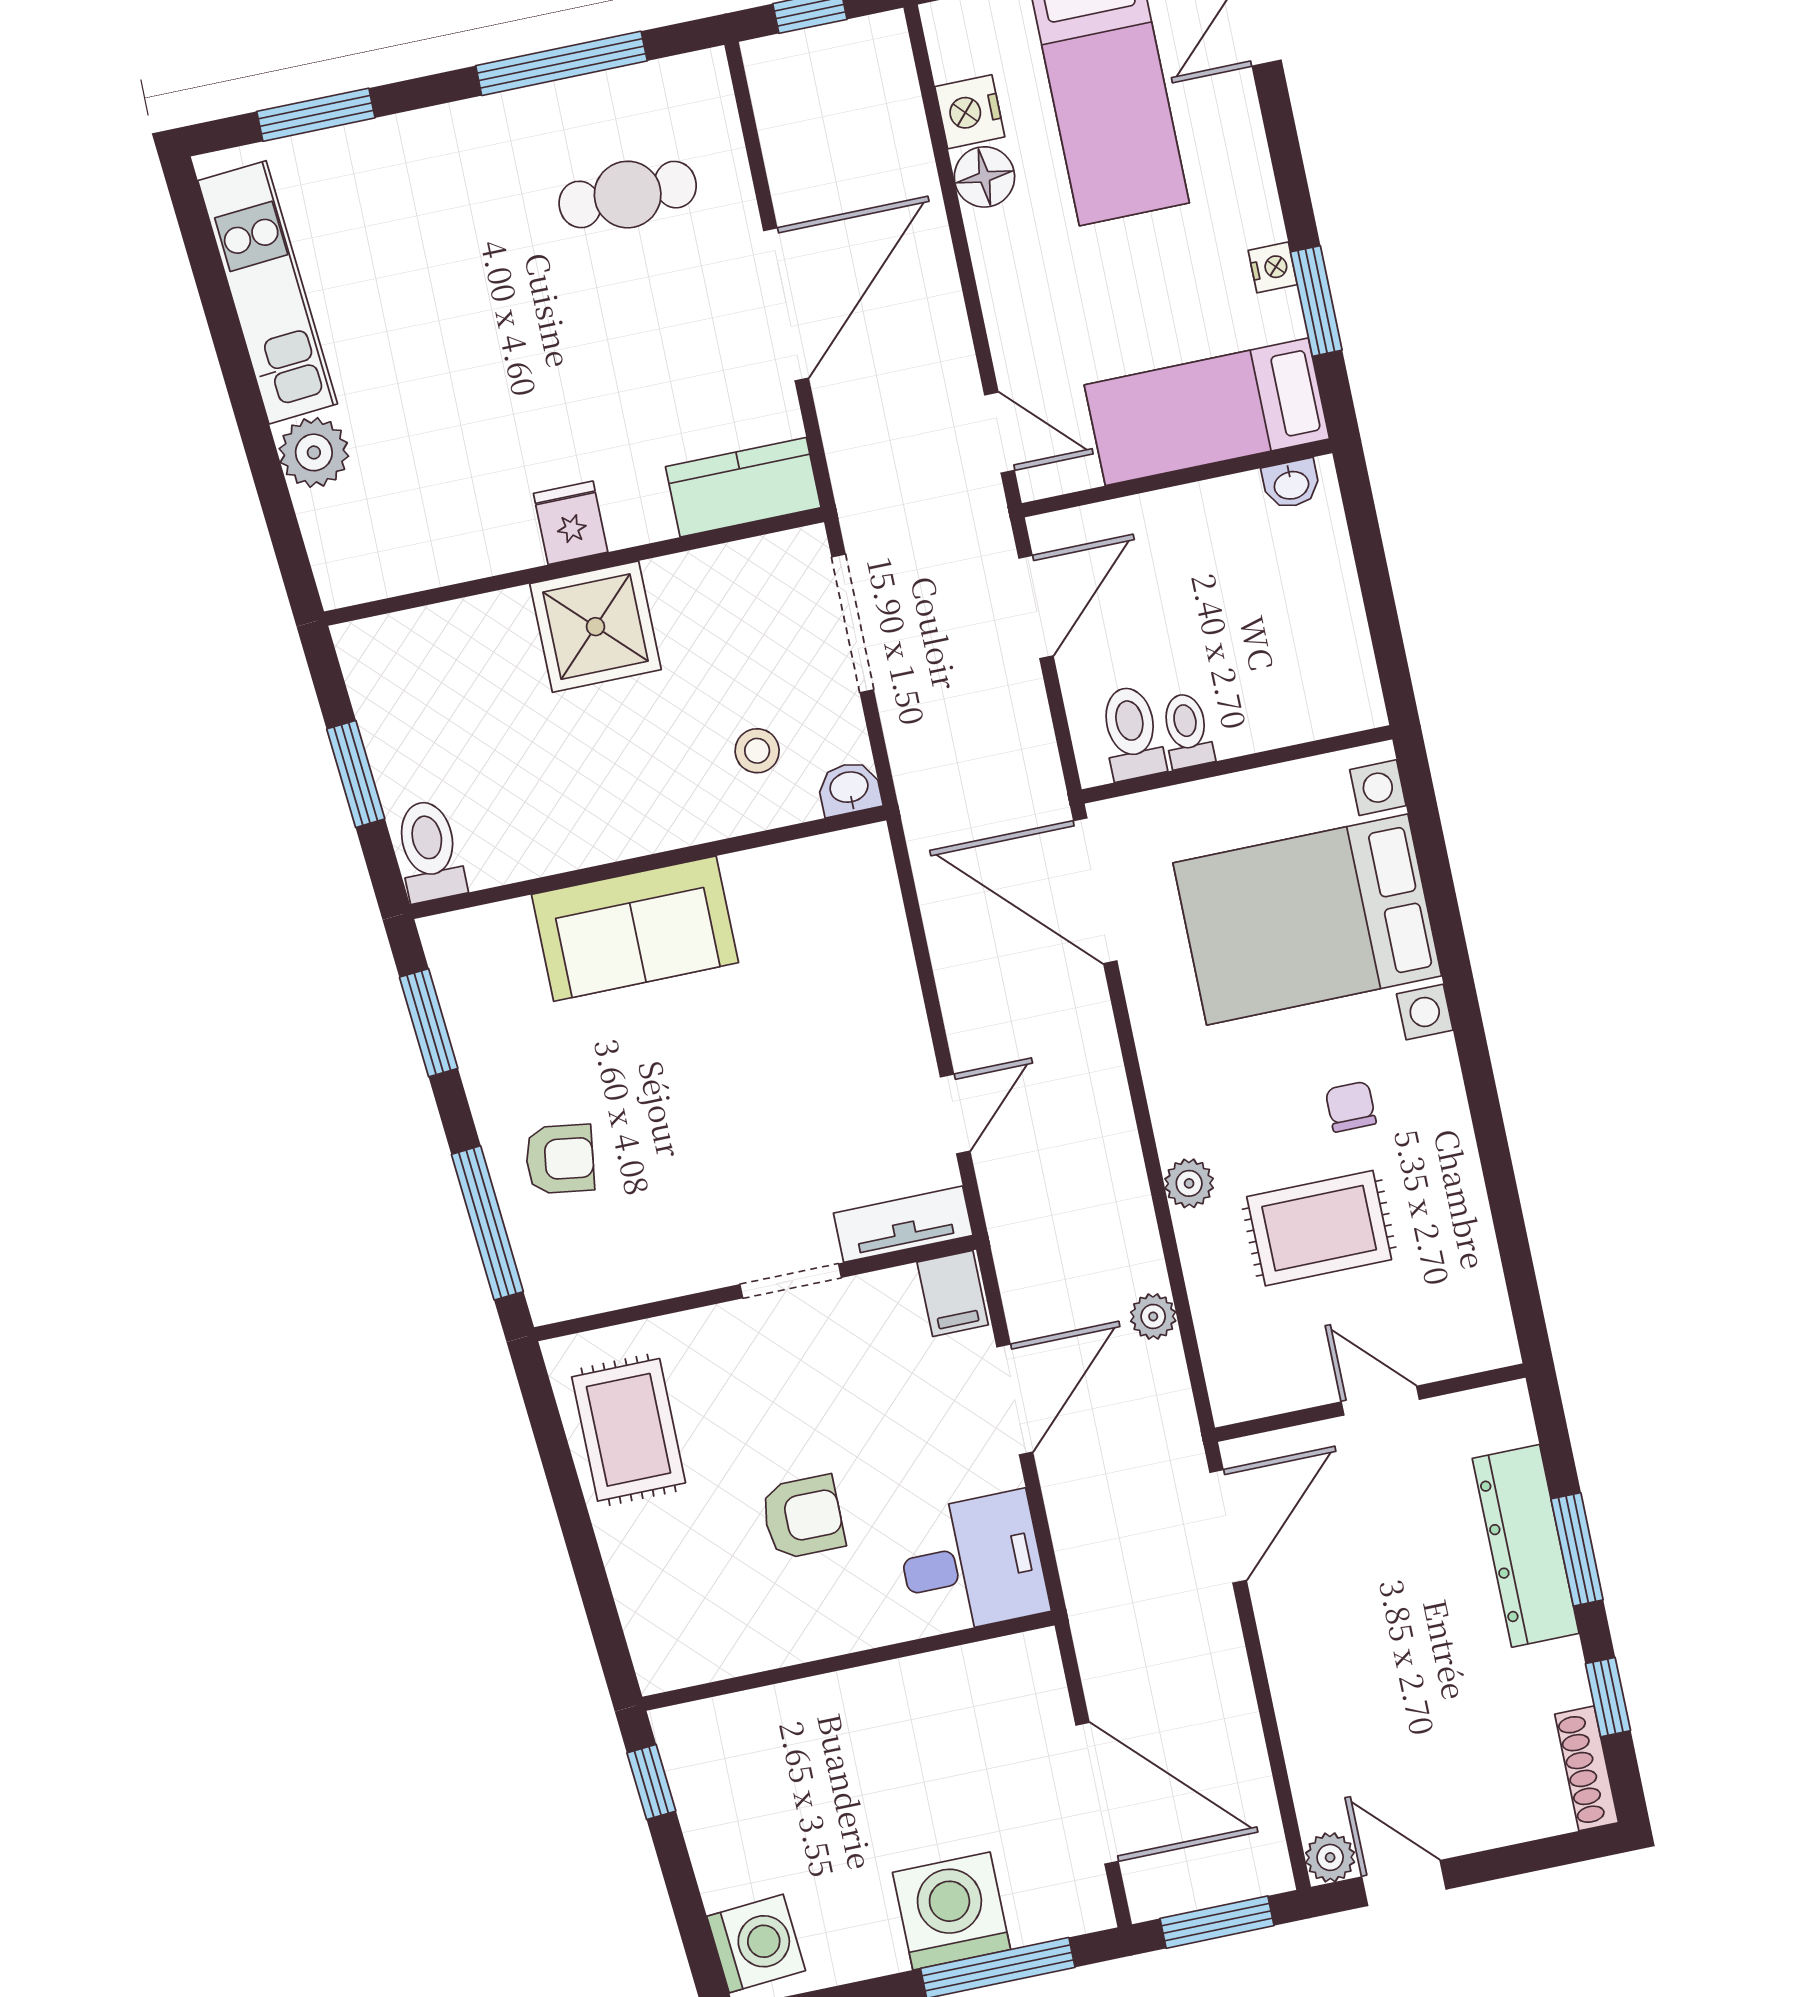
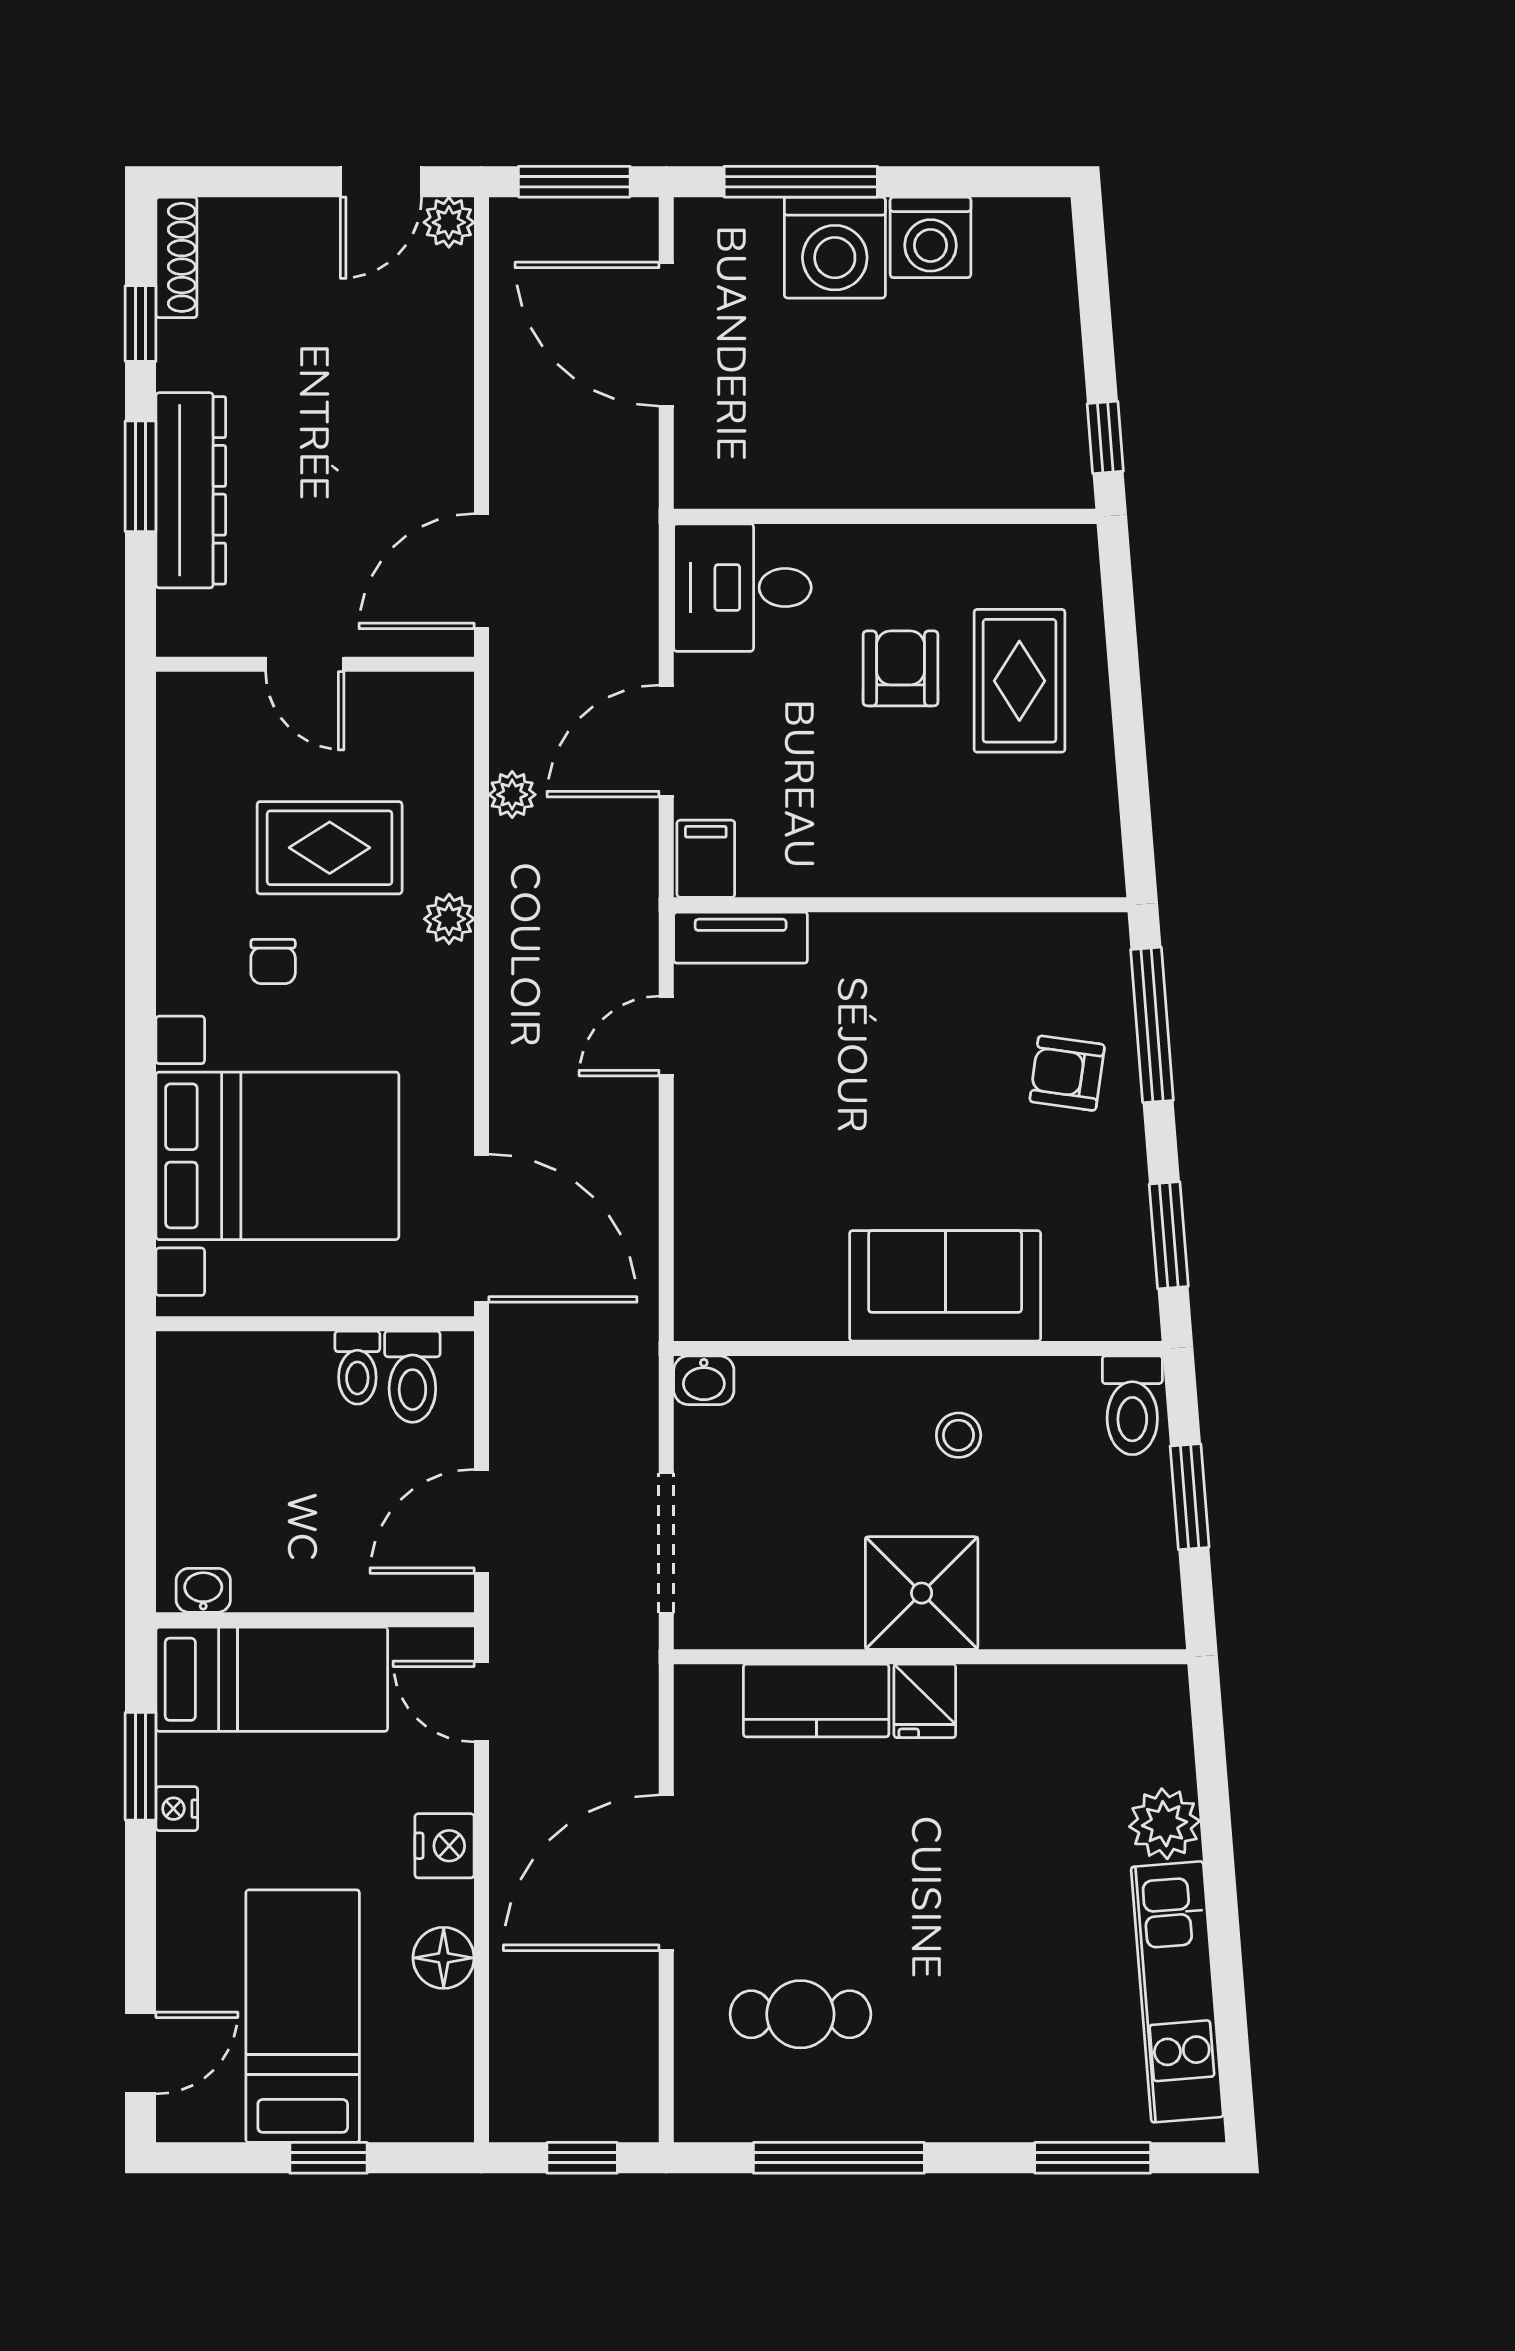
nightstand: (970, 112) -> (444, 1846), moved
kitchen counter: (743, 487) -> (816, 1700), moved
stool: (757, 751) -> (959, 1435), moved
doorway: (791, 1281) -> (864, 905), removed
rug: (629, 1430) -> (1019, 681), moved
armchair: (803, 1517) -> (901, 668), turned 90
door: (1404, 1883) -> (381, 182), hinge flipped
washing machine: (756, 1943) -> (931, 237), moved, turned -85

